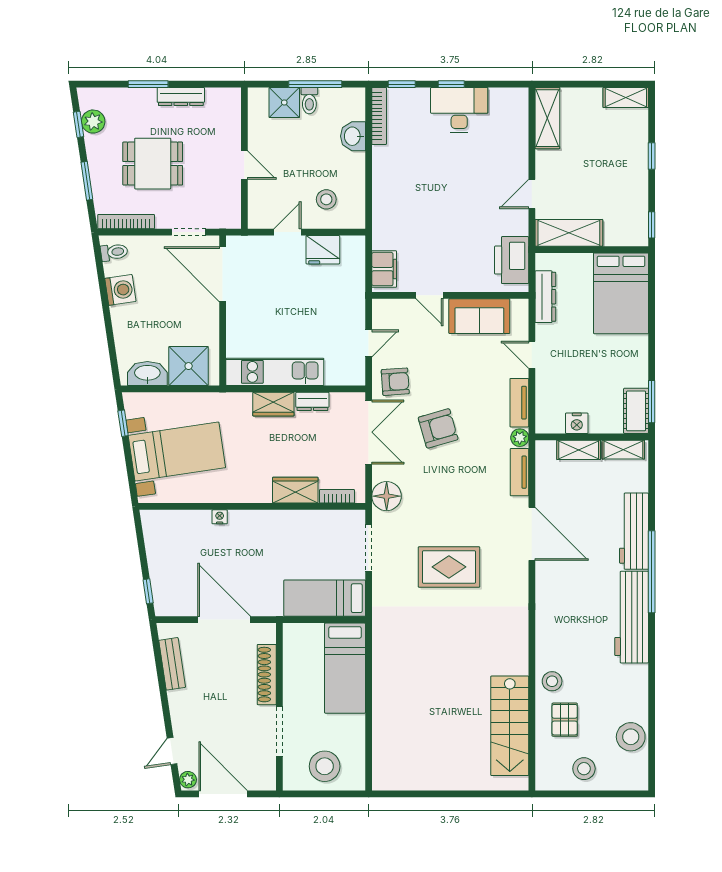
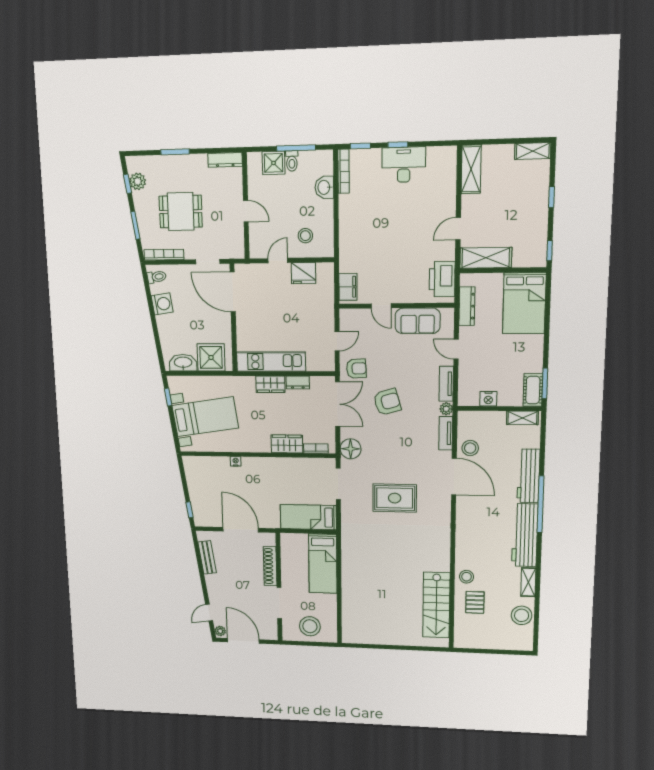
dresser: (181, 97) -> (225, 160), moved
shelving: (579, 450) -> (528, 582), moved, turned 90
stool: (584, 769) -> (470, 448), moved

